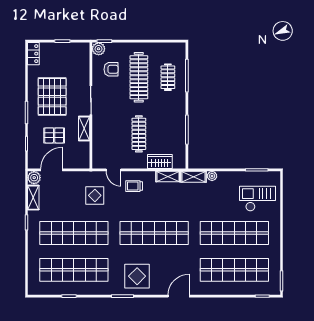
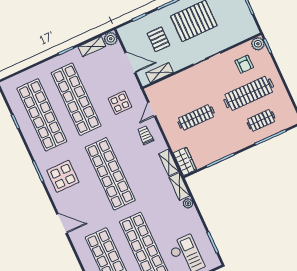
shelving: (84, 128) -> (159, 73), moved
wardrobe: (160, 162) -> (185, 161), moved
door: (52, 170) -> (130, 63), moved

